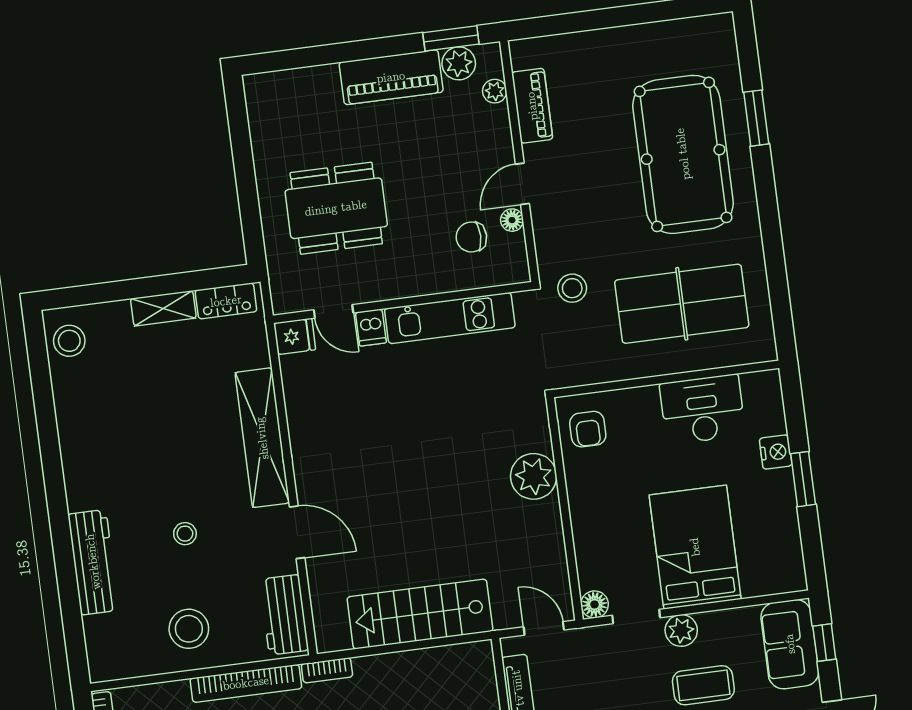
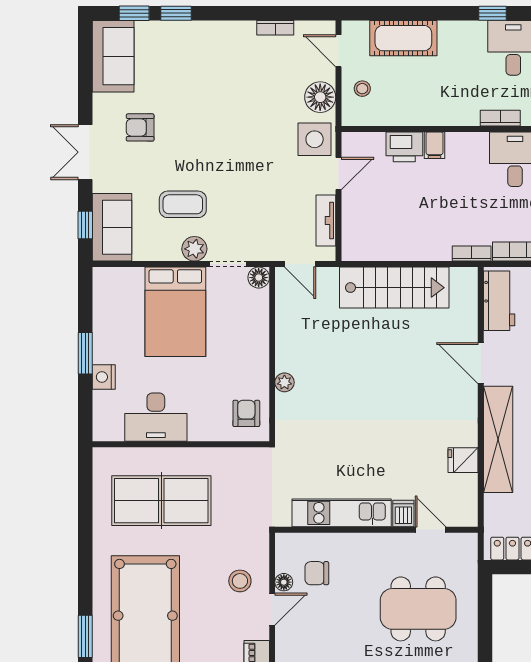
chair: (471, 237) -> (317, 573), turned 180
stool: (572, 288) -> (240, 581), moved
fridge: (295, 336) -> (463, 460), moved
plant: (534, 476) -> (284, 382), width x0.53, depth x0.53

